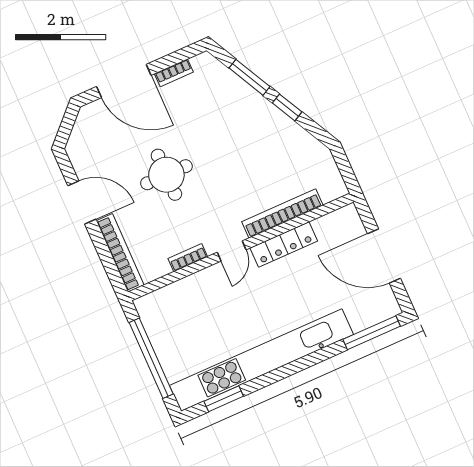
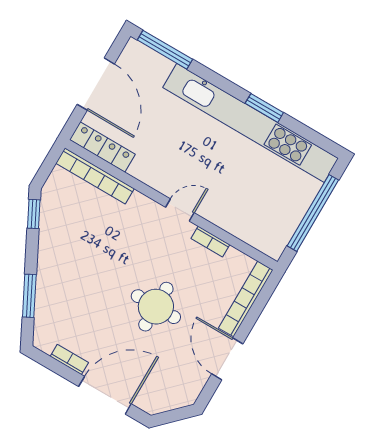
door: (124, 81) -> (105, 395), hinge flipped
window: (287, 107) -> (34, 214), moved
bookcase: (282, 213) -> (95, 176), moved
locker: (284, 244) -> (102, 147), moved
window: (224, 399) -> (264, 108), moved

